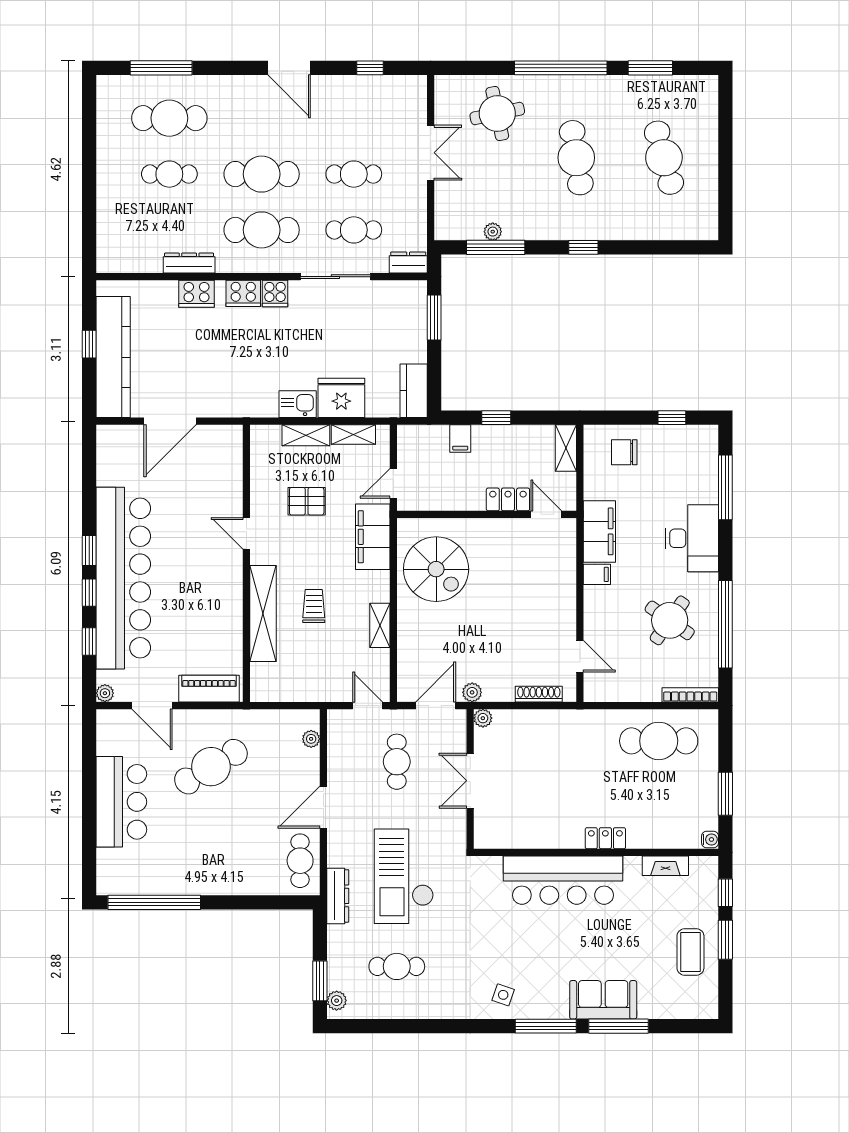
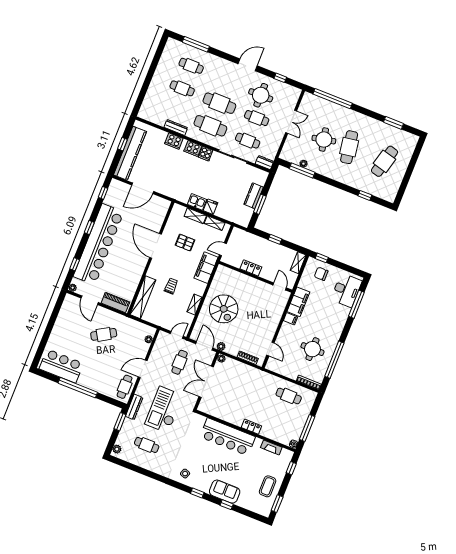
door: (289, 68) -> (248, 65), swing flipped
window: (561, 68) -> (333, 99), moved
round table: (497, 114) -> (324, 140), moved
cafe table: (169, 118) -> (191, 66), width x0.73, depth x0.74
round table: (343, 122) -> (261, 95), added
cafe table: (664, 158) -> (385, 161), turned 30
window: (583, 247) -> (365, 195), moved
window: (434, 318) -> (260, 204), moved
kitchen counter: (414, 391) -> (254, 196), moved
fridge: (341, 398) -> (210, 207), width x0.53, depth x0.75
window: (672, 418) -> (322, 258), moved
filing cabinet: (460, 438) -> (257, 242), removed
locker: (508, 499) -> (251, 268), moved
door: (246, 533) -> (156, 246), width x1.87
desk: (692, 538) -> (346, 290), moved
spiral stairs: (436, 569) -> (224, 309), moved
window: (89, 593) -> (103, 193), moved
shelving: (263, 613) -> (143, 297), moved
round table: (670, 620) -> (312, 349), turned -35
door: (368, 706) -> (177, 335), hinge flipped
door: (436, 706) -> (204, 346), hinge flipped
cafe table: (659, 741) -> (289, 396), width x0.73, depth x0.74
cafe table: (211, 767) -> (104, 334), width x0.73, depth x0.74
double door: (470, 781) -> (206, 382), width x1.37
window: (725, 794) -> (307, 428), width x1.44
bar counter: (121, 802) -> (61, 366), moved, turned -90
window: (154, 902) -> (78, 388), moved
window: (725, 940) -> (277, 504), moved
window: (320, 981) -> (120, 422), moved
window: (546, 1026) -> (197, 493), width x0.46
window: (618, 1026) -> (227, 505), width x0.46

